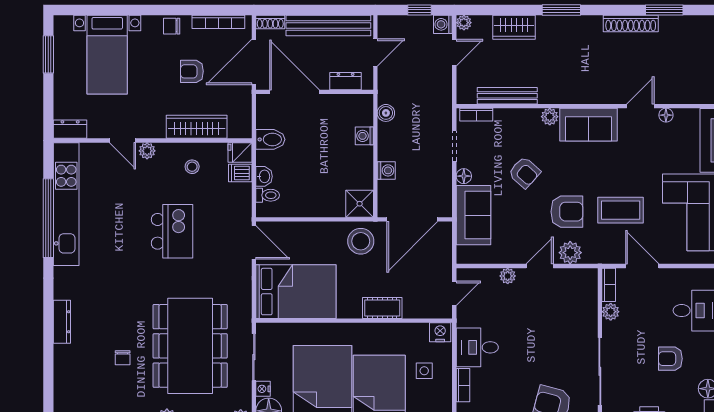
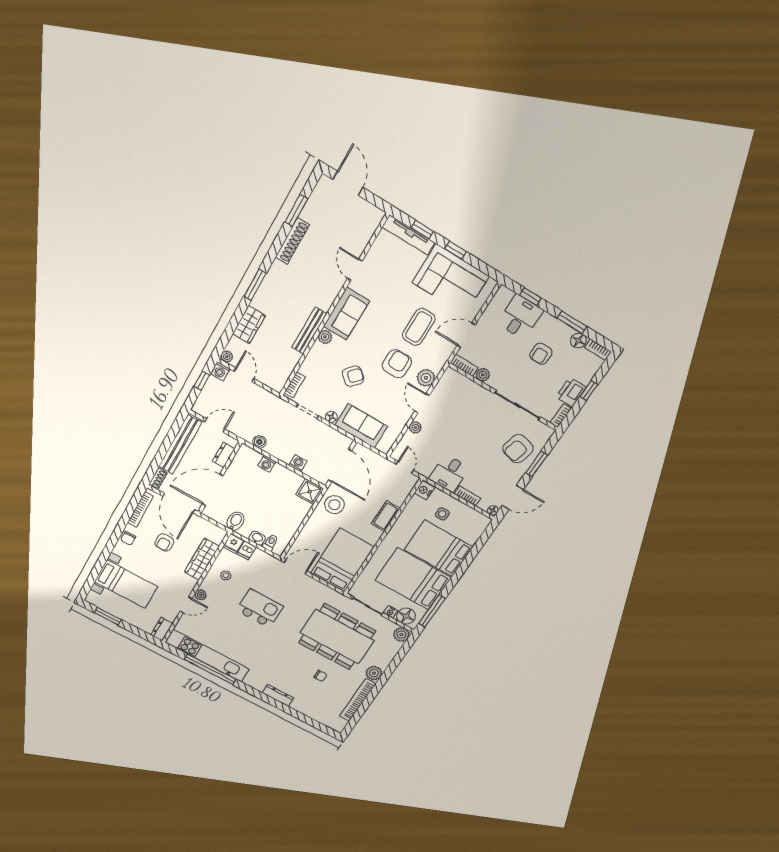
door: (375, 52) -> (215, 425), hinge flipped
bench: (507, 96) -> (309, 331), moved
floor lamp: (666, 115) -> (372, 255), removed

